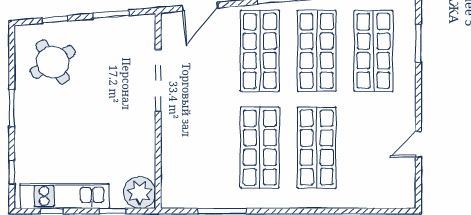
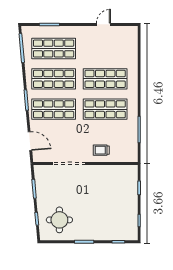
round table: (53, 62) -> (59, 220), turned 32
trolley: (183, 140) -> (101, 150), added
door: (418, 144) -> (103, 24), swing flipped
plant: (140, 193) -> (129, 173), removed
kitchen unit: (65, 196) -> (131, 214), removed

